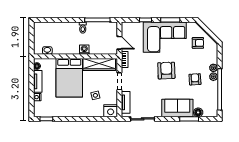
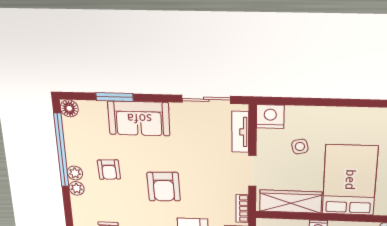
floor lamp: (198, 112) -> (69, 108), moved

